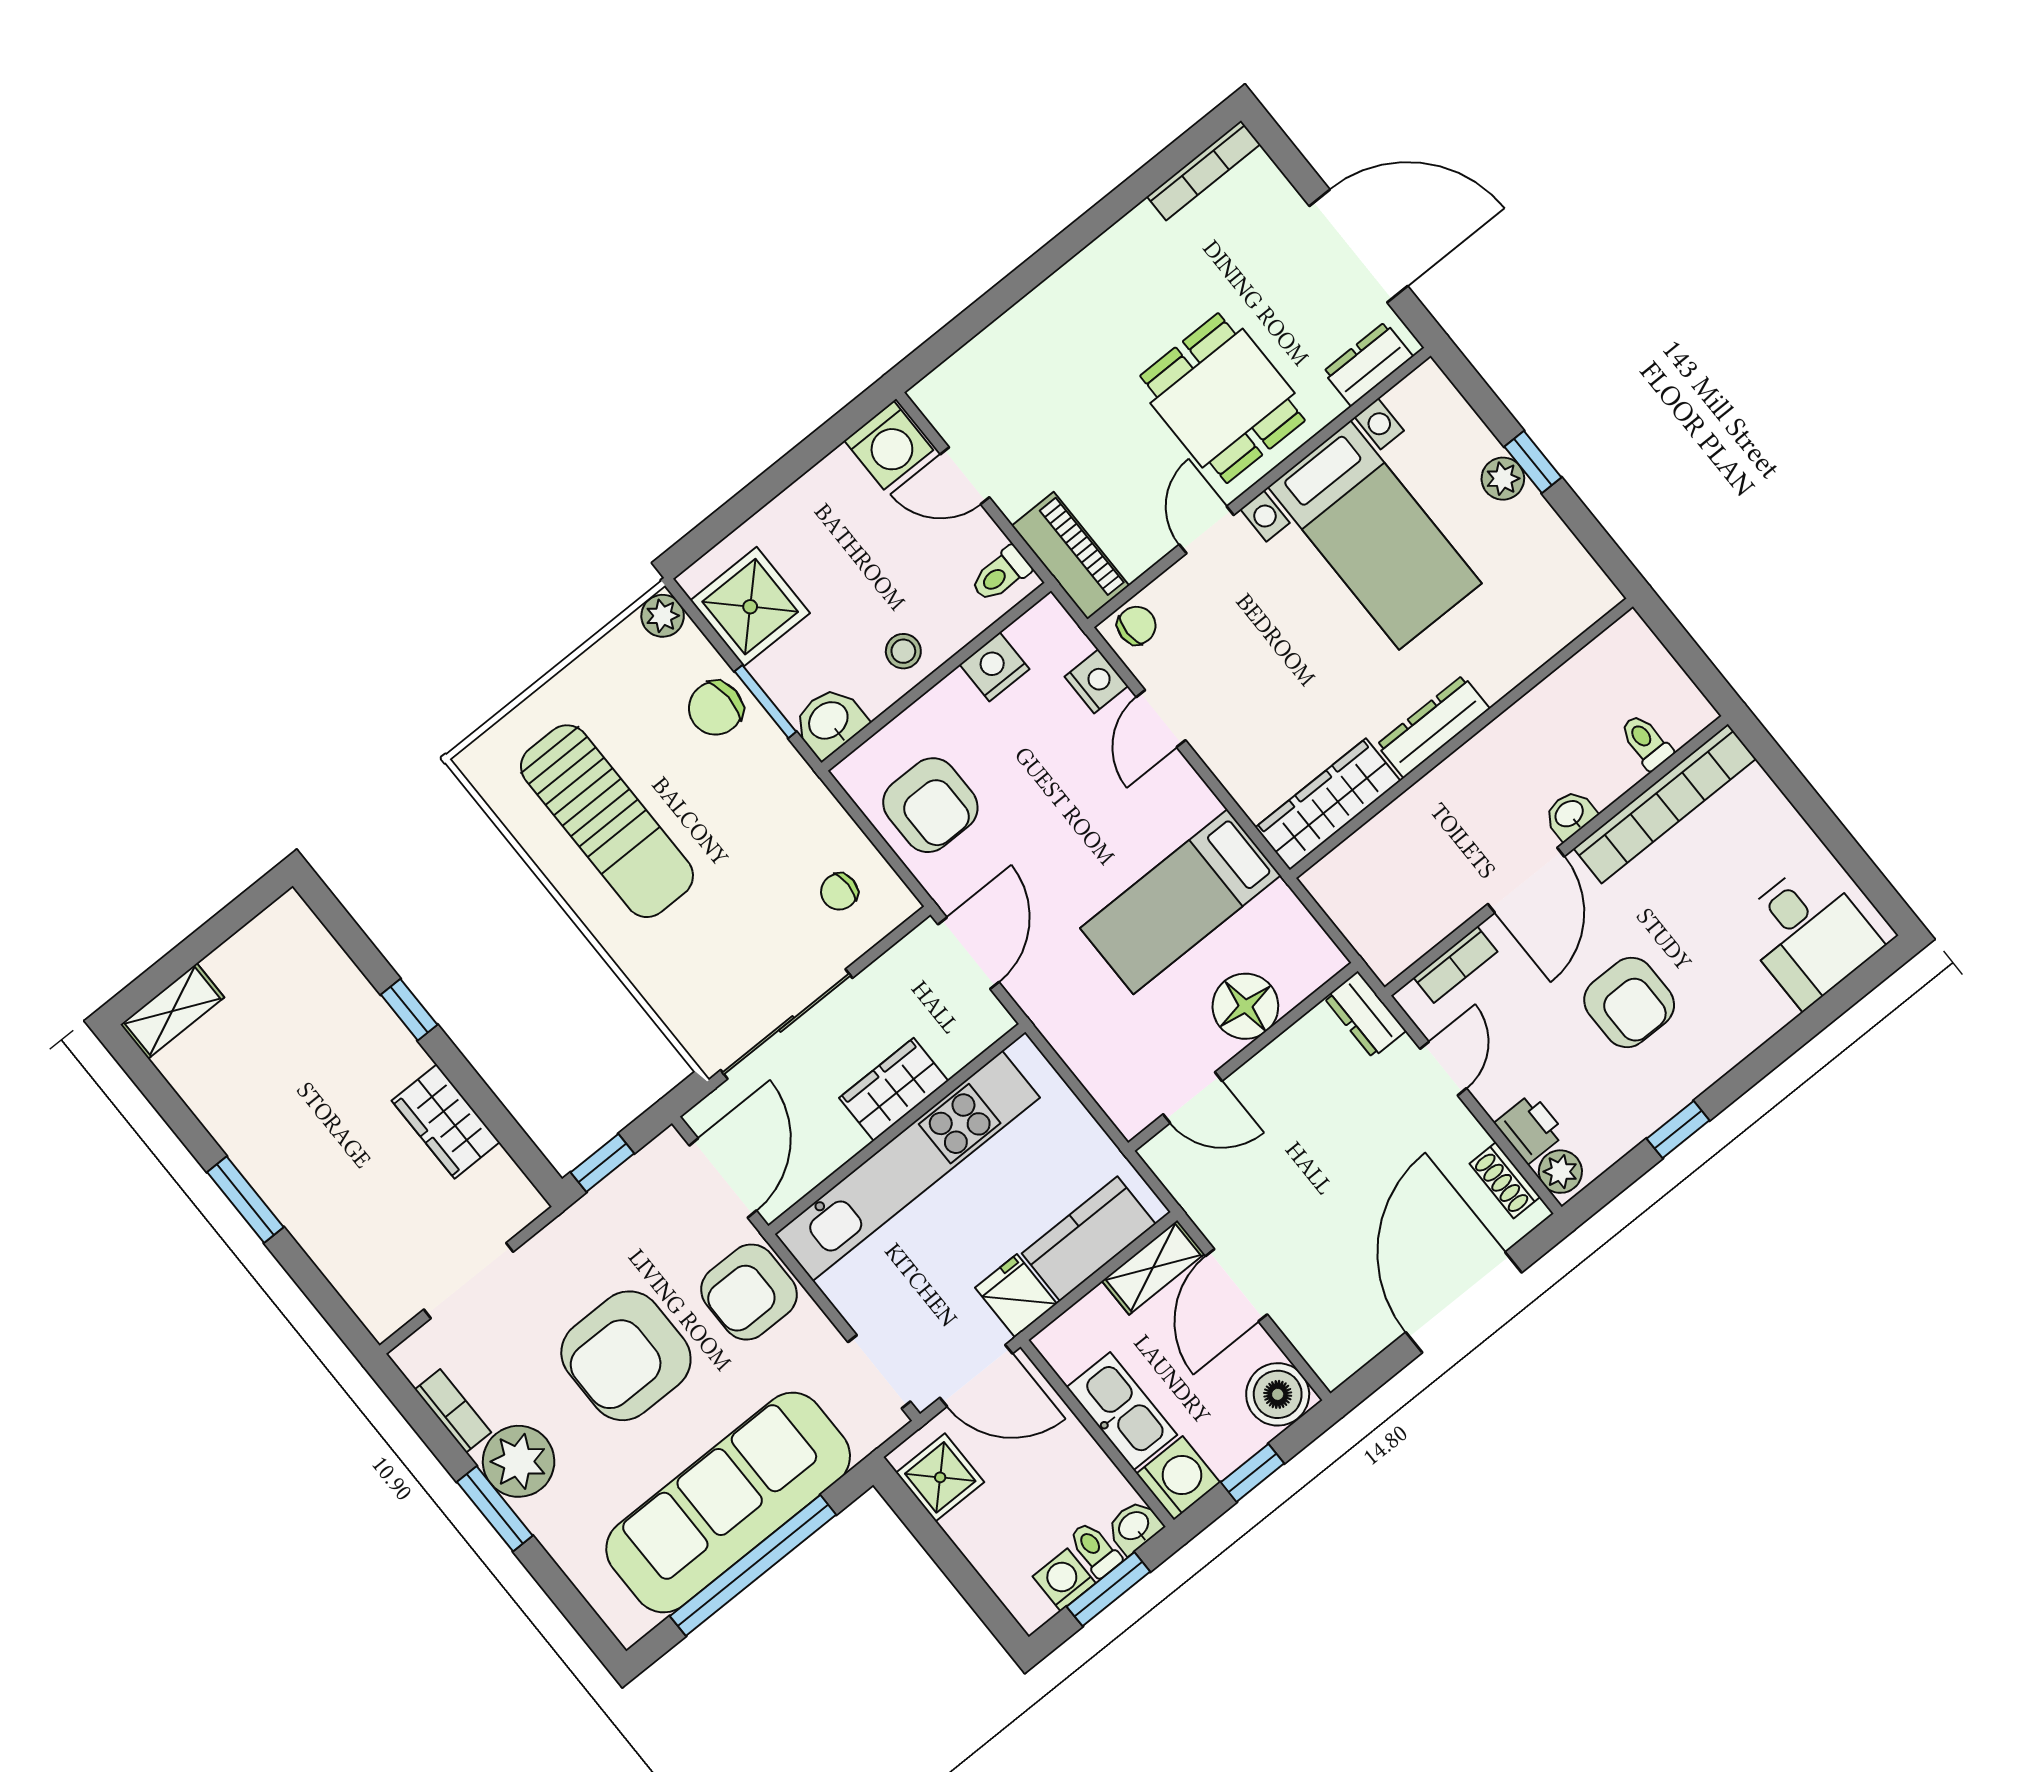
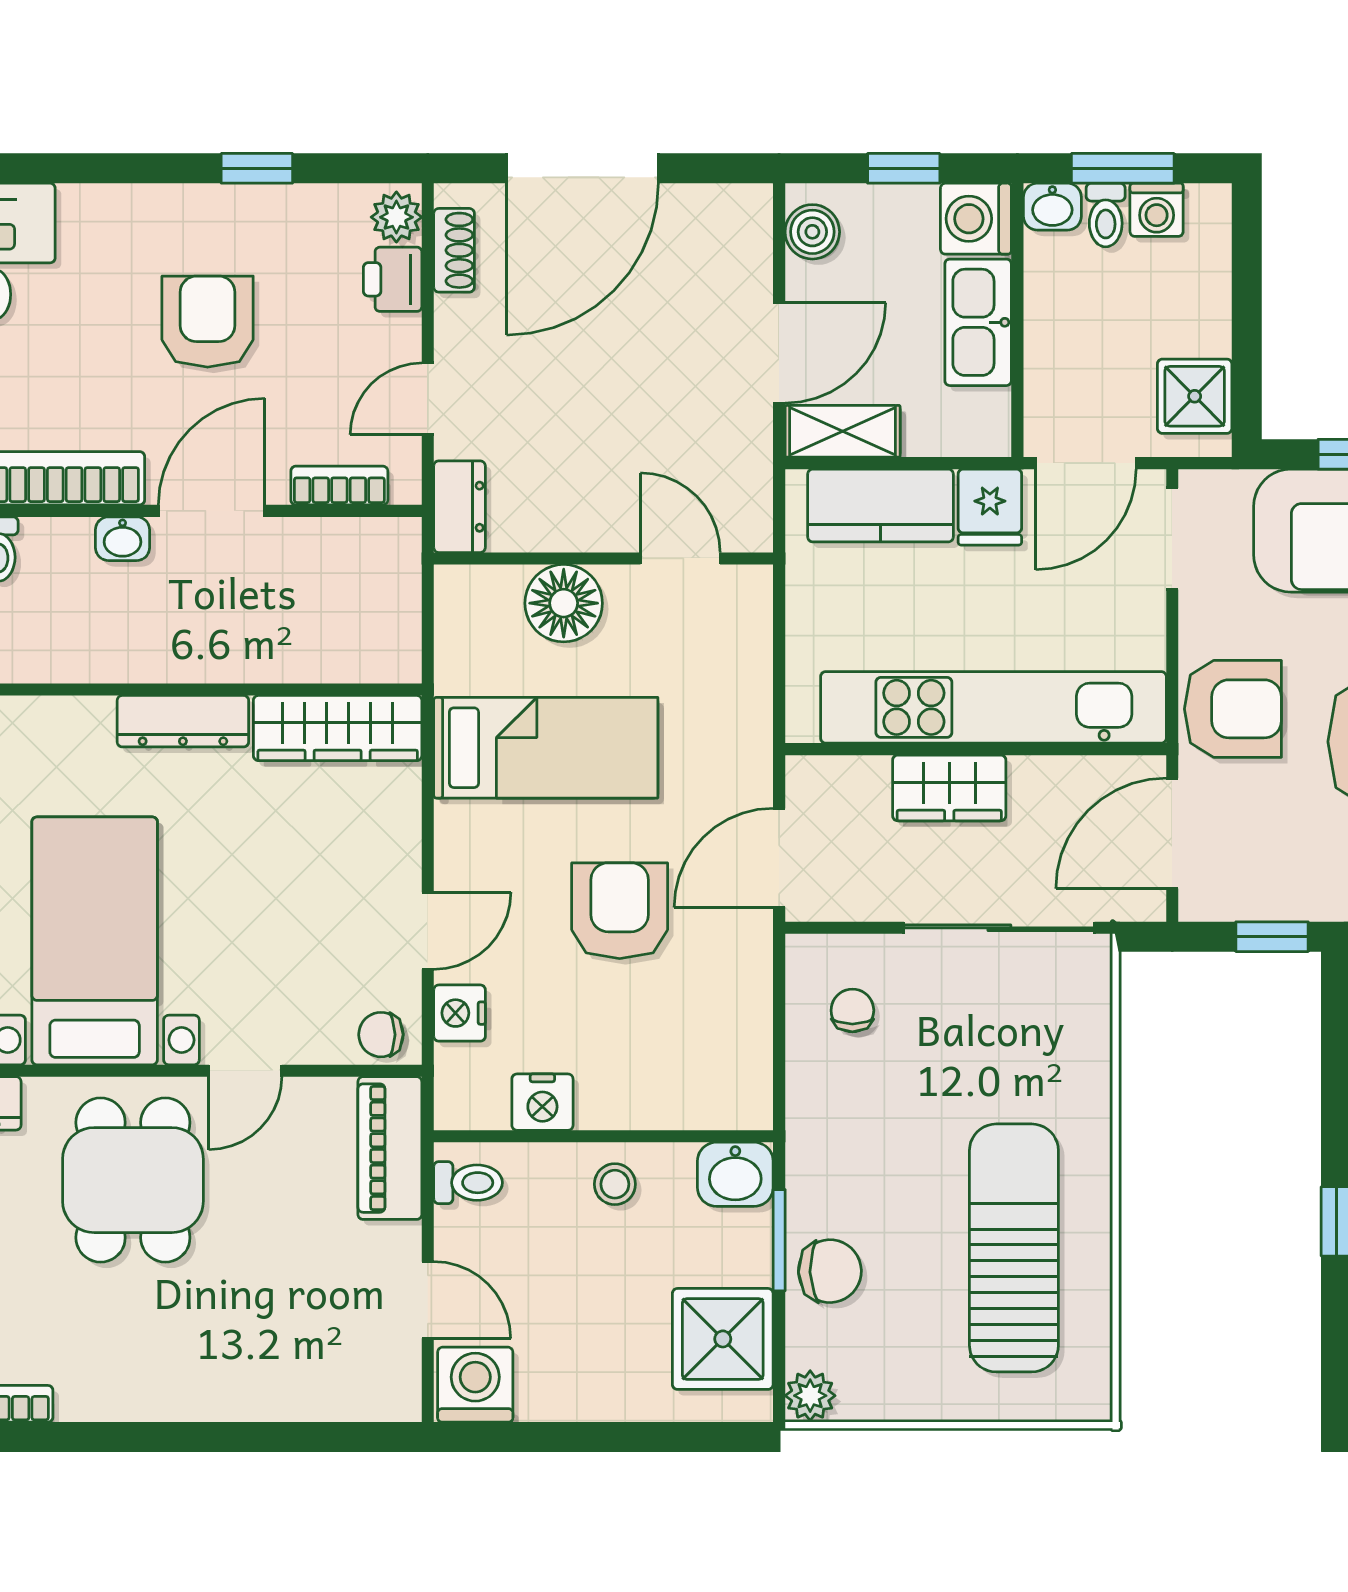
armchair: (930, 805) -> (620, 911), moved
chair: (839, 892) -> (852, 1010), turned -90
door: (976, 1376) -> (1086, 463), swing flipped
boiler: (1278, 1394) -> (812, 232), width x0.73, depth x0.73

